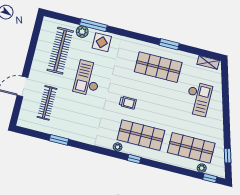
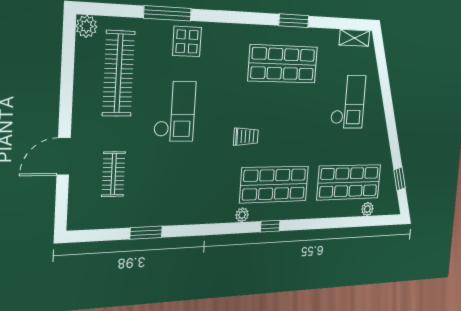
plant: (82, 32) -> (86, 26), moved
checkout: (88, 78) -> (175, 111), turned 180
clothes rail: (47, 103) -> (113, 174), width x0.73
window: (210, 178) -> (380, 221), removed

